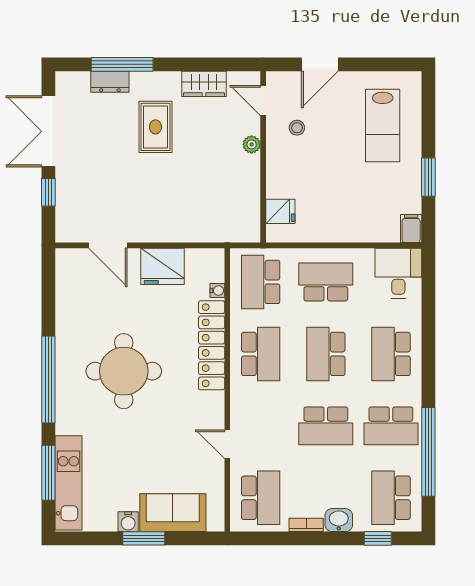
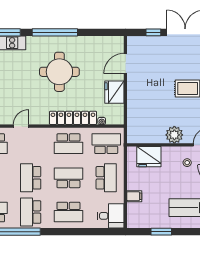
plant: (252, 144) -> (174, 135), width x1.88, depth x1.88
fridge: (280, 211) -> (149, 157), width x1.88, depth x1.34
filing cabinet: (411, 229) -> (134, 196), moved
school desk: (391, 354) -> (68, 212), turned 180

